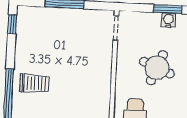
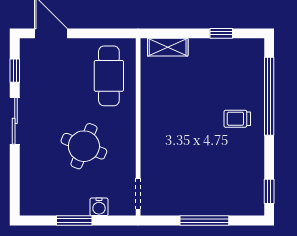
water cooler: (168, 20) -> (99, 207), moved
trolley: (34, 83) -> (237, 119), width x0.73, depth x0.72

